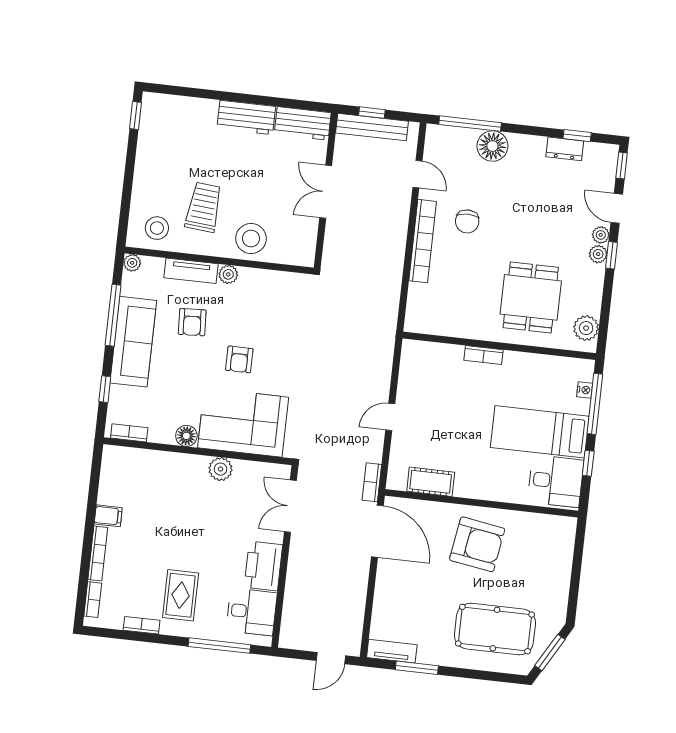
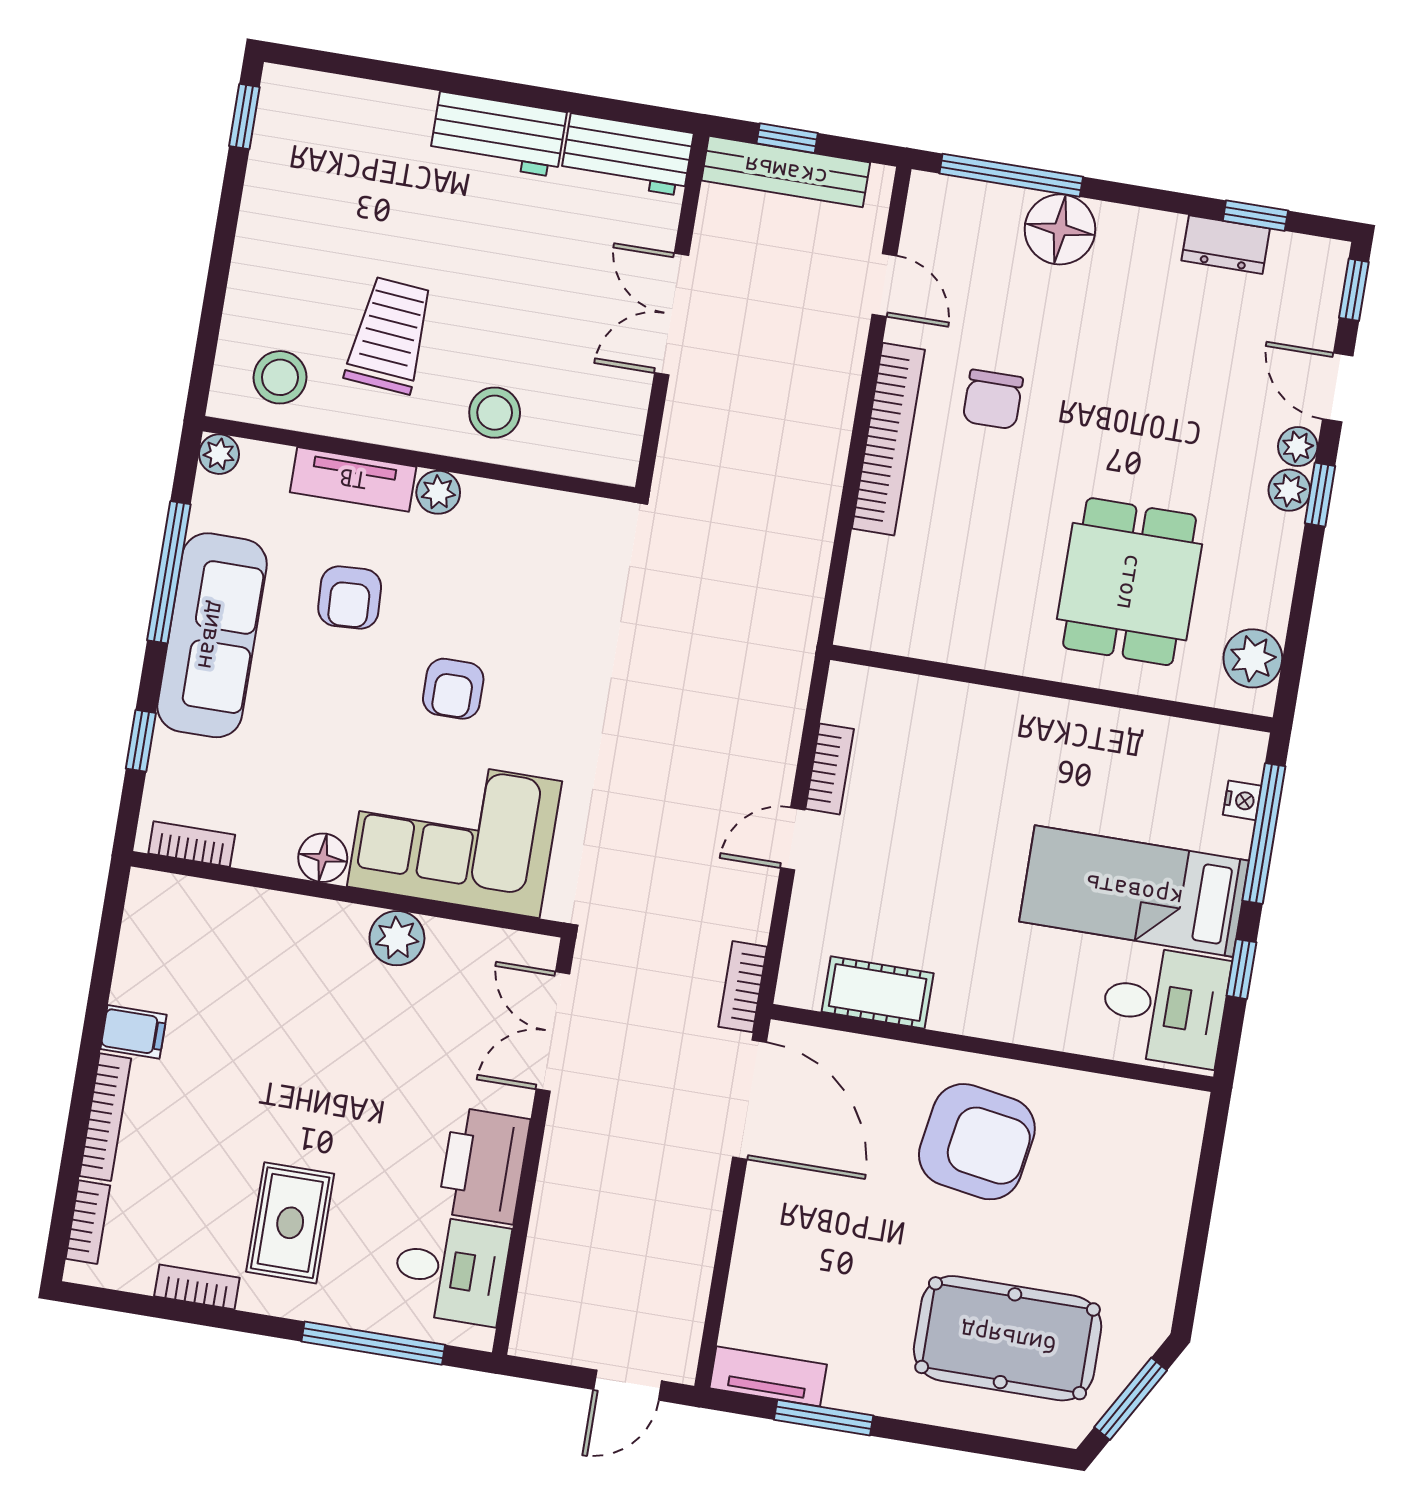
stool: (251, 238) -> (495, 413), width x0.73, depth x0.73
bookcase: (484, 355) -> (830, 769), moved, turned -90

